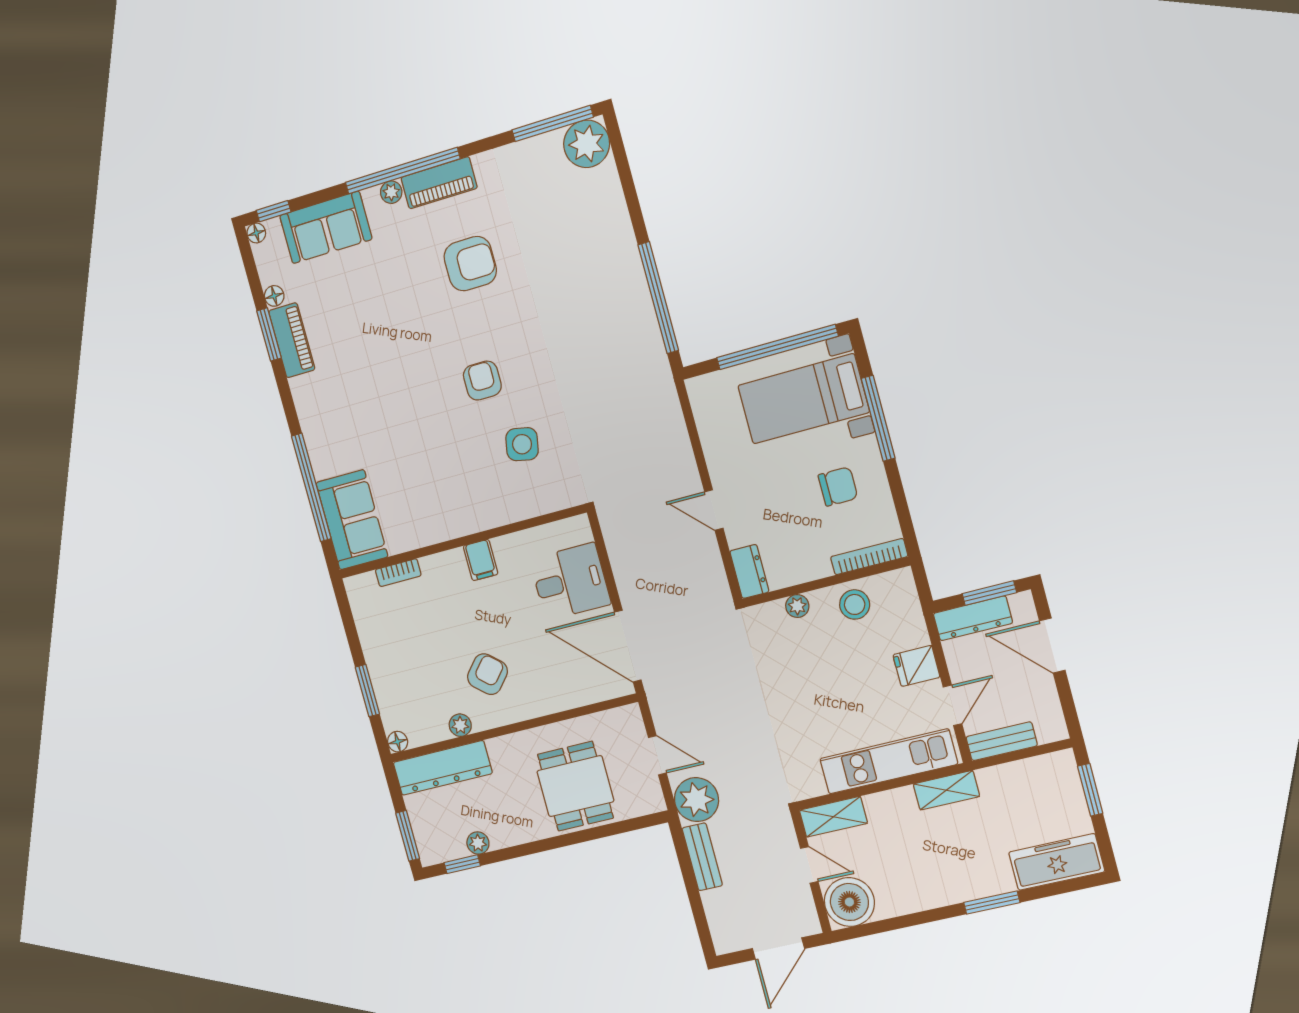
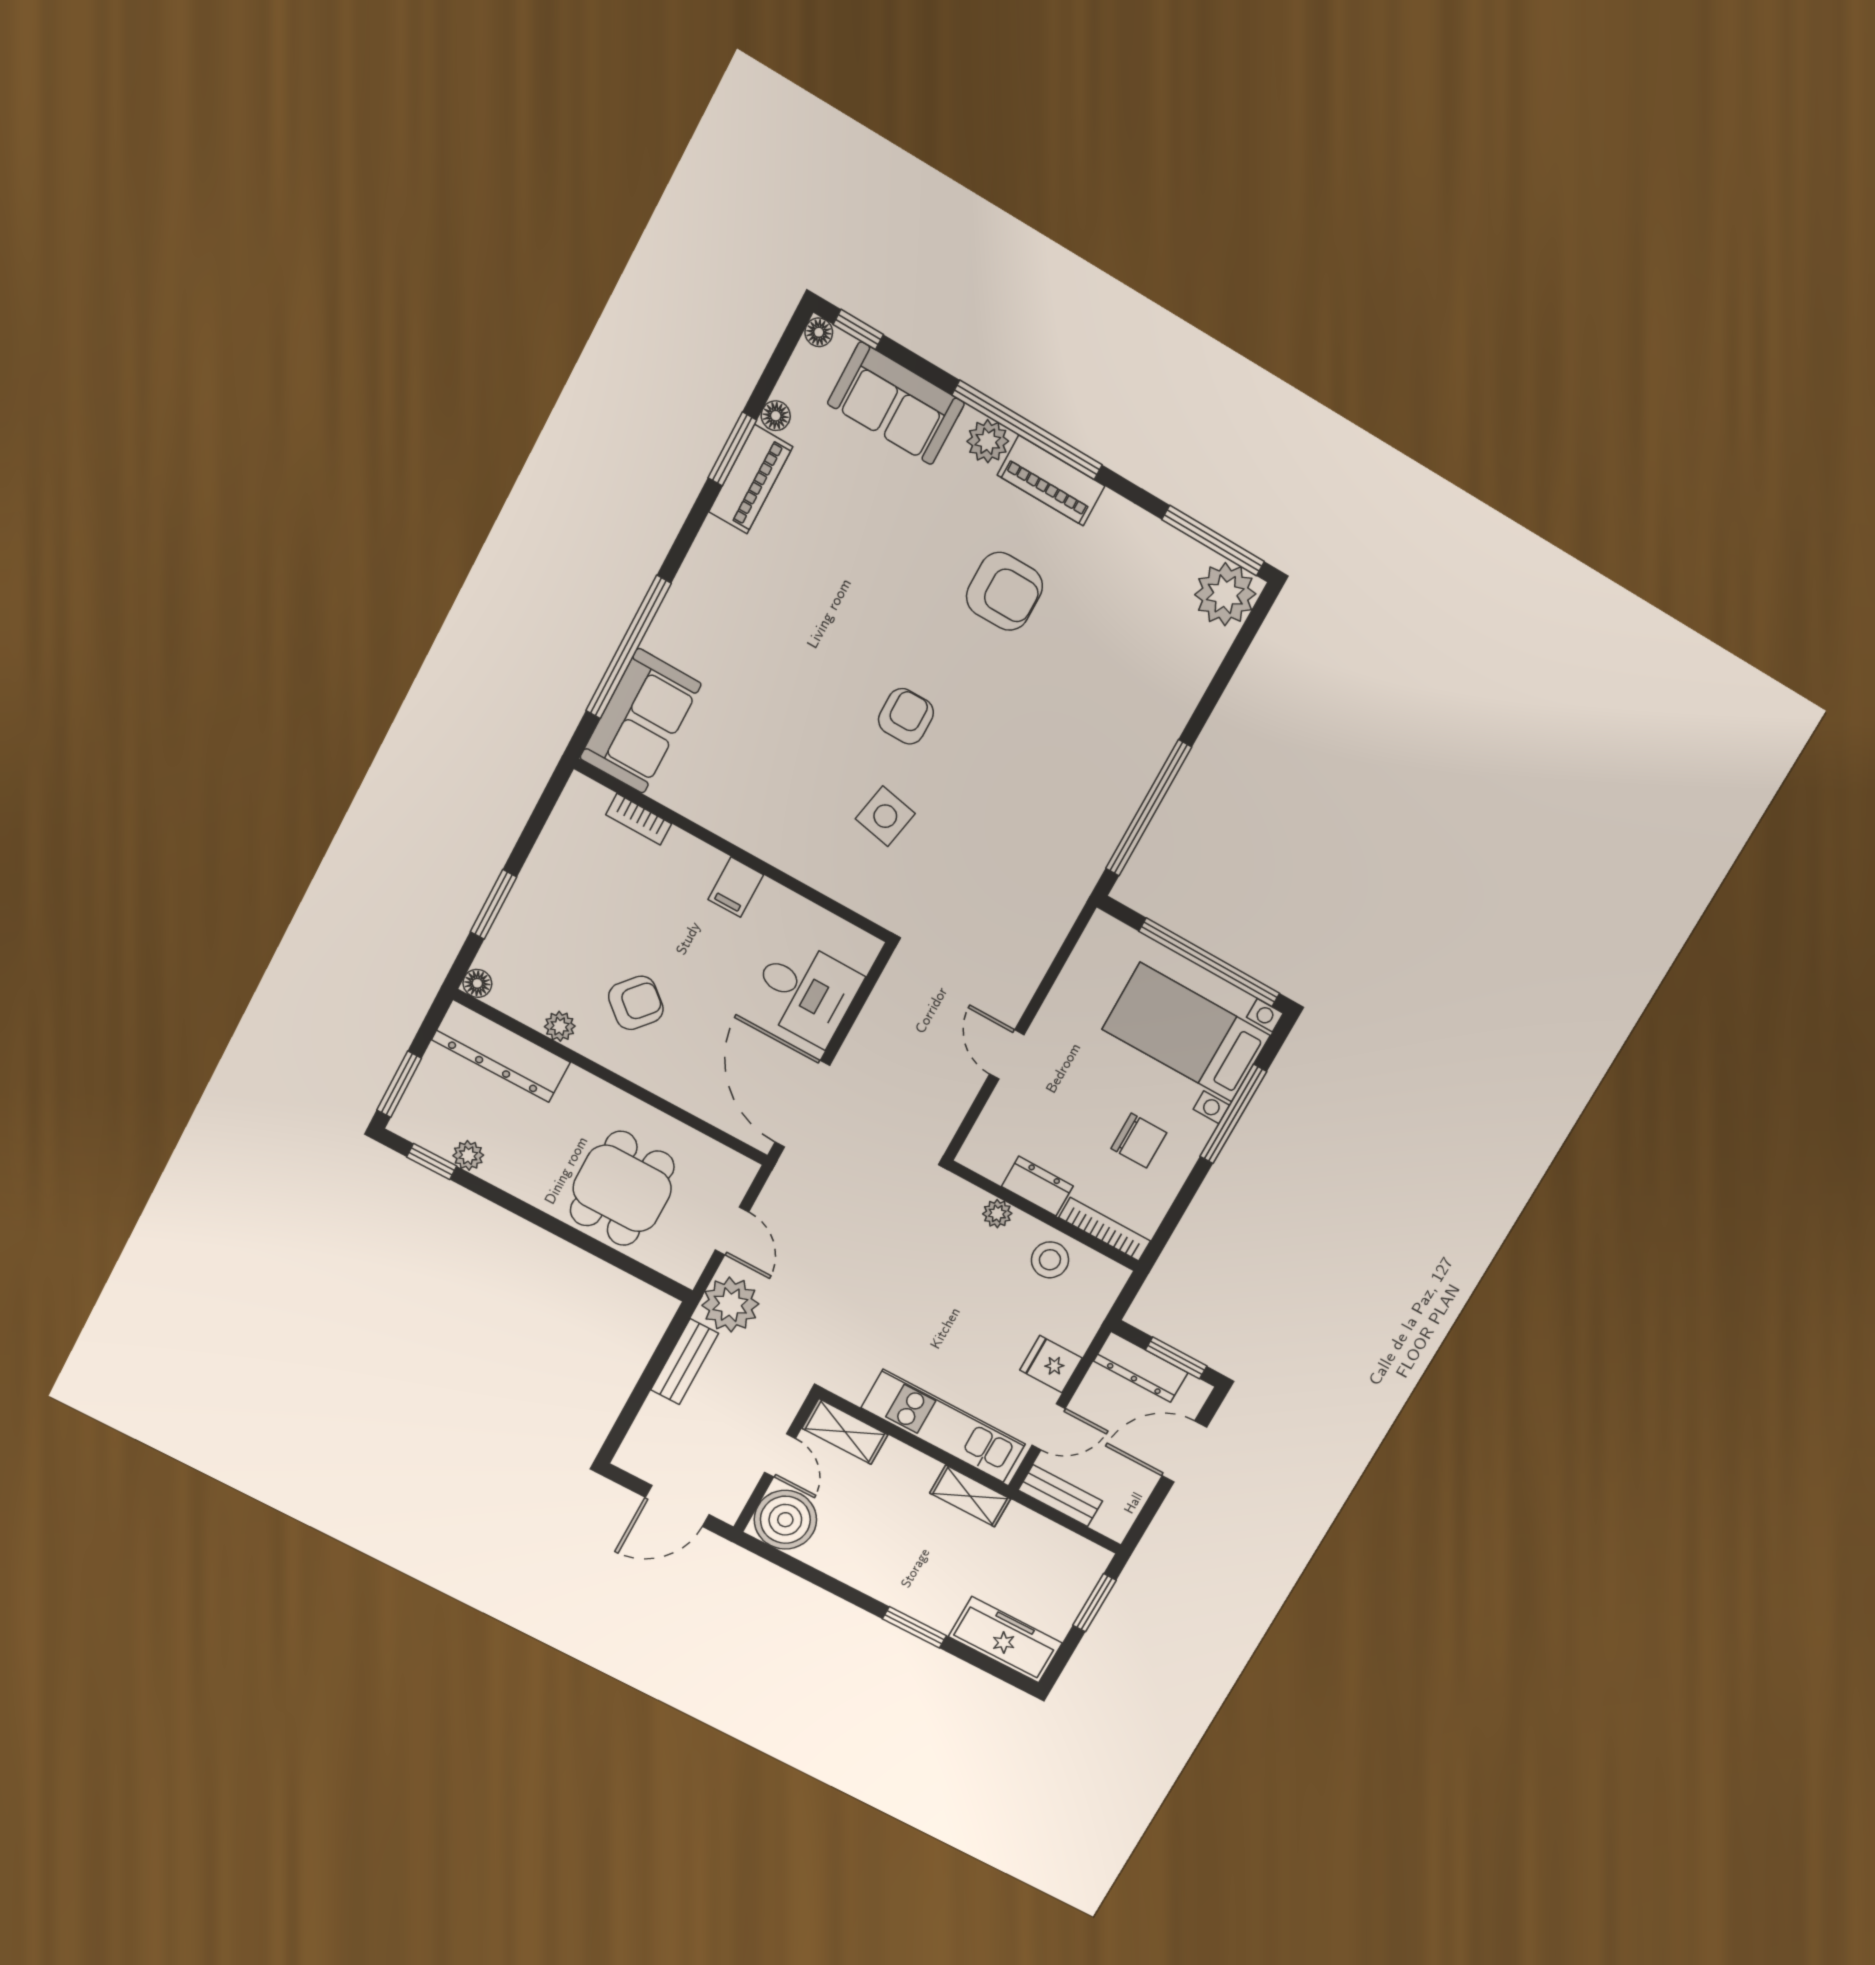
plant: (391, 192) -> (988, 441), width x1.38, depth x1.38
dresser: (749, 571) -> (1037, 1186), moved, turned -90
door: (1052, 645) -> (1184, 1452), hinge flipped

